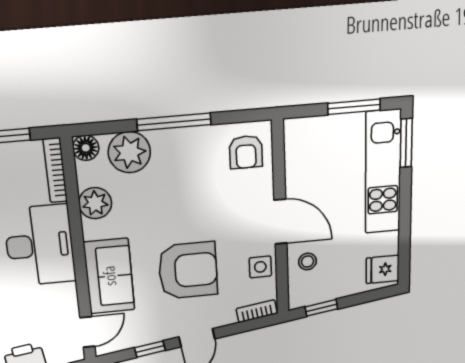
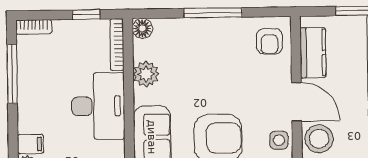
plant: (129, 152) -> (176, 34), removed
kitchen counter: (299, 162) -> (313, 53), added
stool: (307, 261) -> (319, 139), width x1.89, depth x1.89

